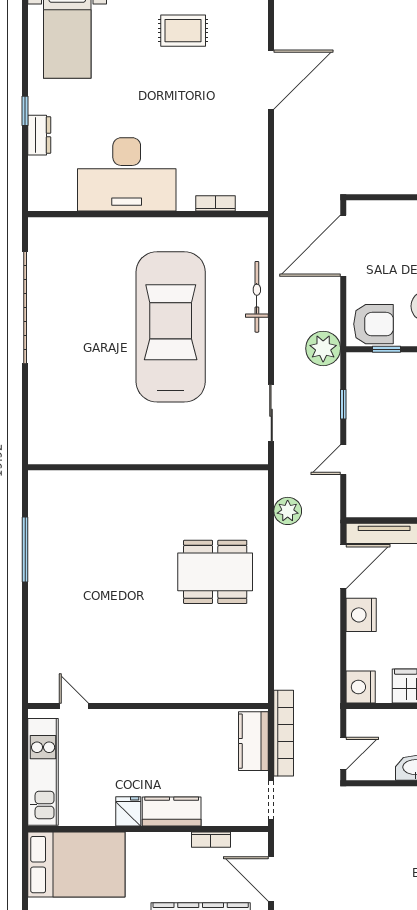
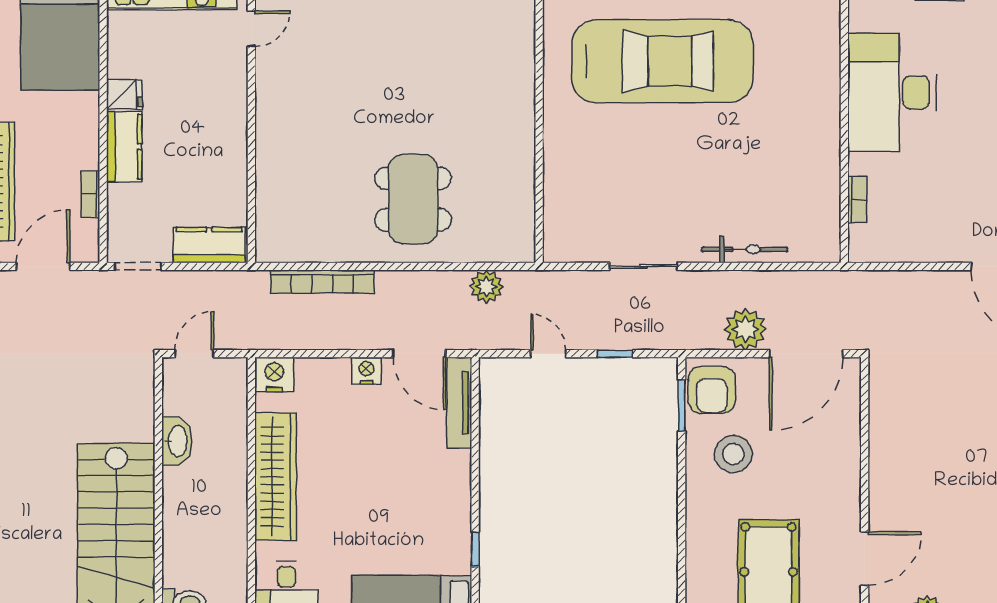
door: (343, 246) -> (806, 354), swing flipped
car: (171, 327) -> (662, 61), moved
plant: (323, 348) -> (745, 329), moved
window: (386, 349) -> (682, 406), width x1.50
sliding door: (271, 413) -> (643, 266), moved
nightstand: (361, 615) -> (366, 371), width x0.74, depth x0.75
bookcase: (284, 733) -> (322, 282), moved
door: (343, 753) -> (194, 354), swing flipped

